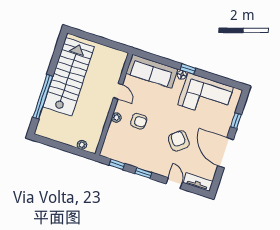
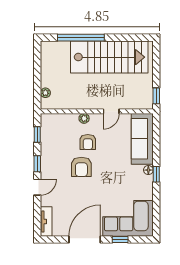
window: (117, 46) -> (156, 96), added
corner sofa: (206, 96) -> (128, 218), moved, turned 90
armchair: (179, 141) -> (81, 167), moved, turned 128
door: (174, 183) -> (37, 187), moved

